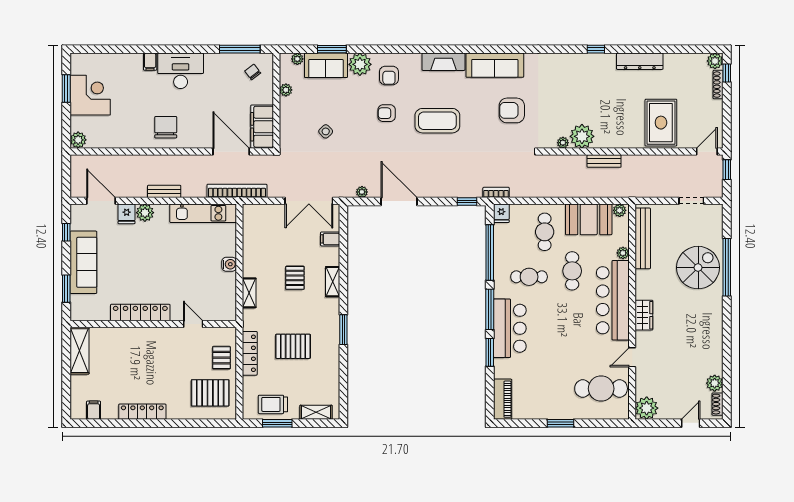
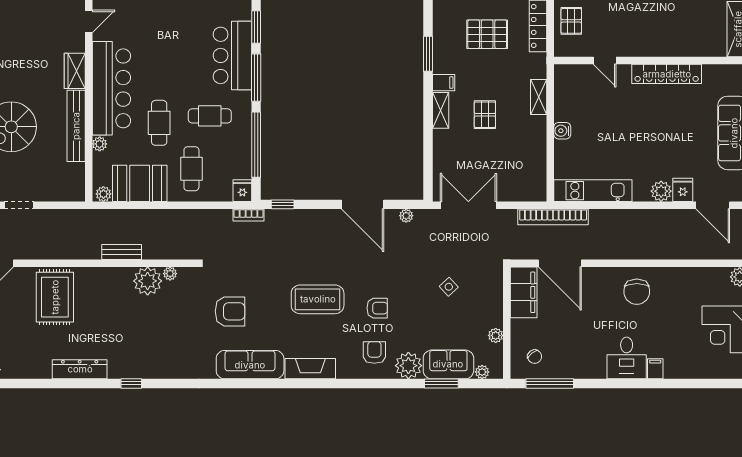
desk: (181, 71) -> (627, 358), width x0.73
bench: (164, 191) -> (639, 216), removed
bench: (643, 238) -> (76, 126), moved
filing cabinet: (330, 239) -> (444, 83), moved

